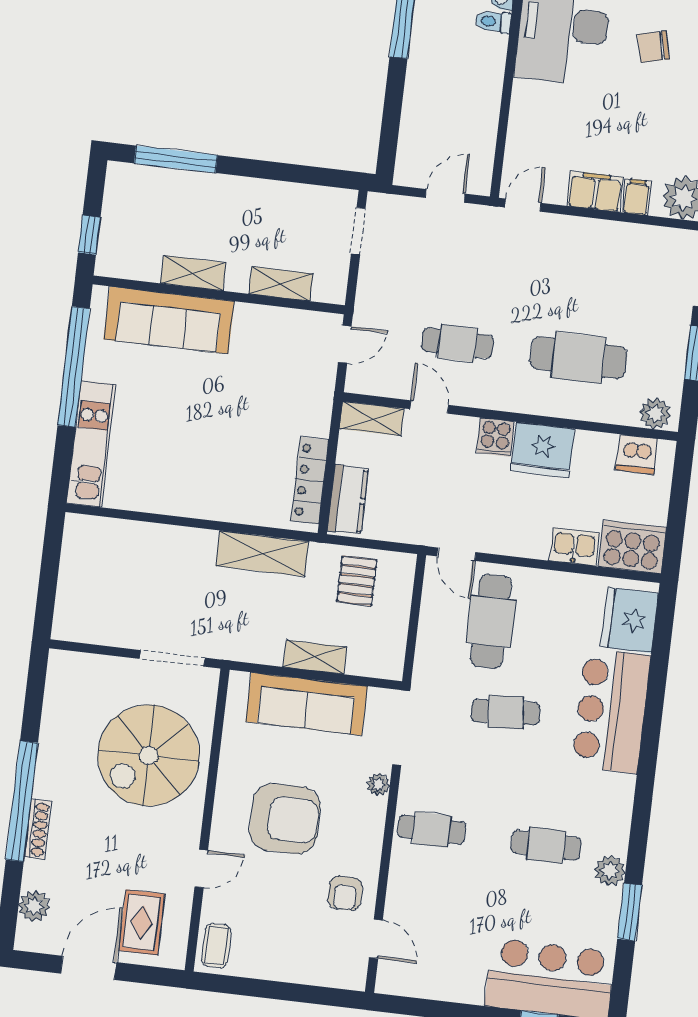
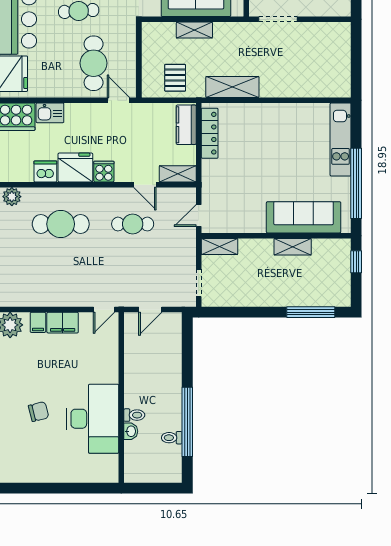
shelving: (281, 284) -> (220, 246), moved
dishwasher: (637, 454) -> (45, 171), moved

